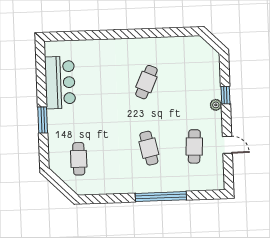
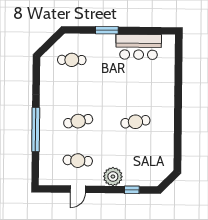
cafe table: (146, 82) -> (135, 122), turned -33
window: (226, 95) -> (132, 190), moved
plant: (216, 105) -> (113, 177), width x1.88, depth x1.88

